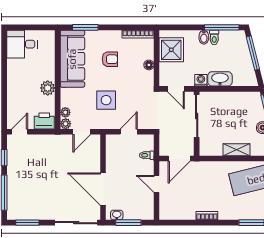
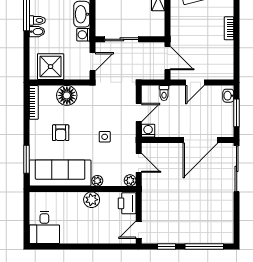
armchair: (110, 59) -> (61, 133), turned 180
floor lamp: (149, 65) -> (67, 95), width x1.89, depth x1.89
side table: (106, 100) -> (105, 137), width x0.54, depth x0.54
plant: (65, 112) -> (97, 181), moved
sliding door: (197, 116) -> (122, 39), width x0.73
door: (20, 132) -> (139, 230), hinge flipped
door: (129, 132) -> (139, 112), swing flipped
washing machine: (112, 140) -> (148, 131), added
washbasin: (117, 215) -> (228, 96), moved
window: (27, 223) -> (237, 221), removed

